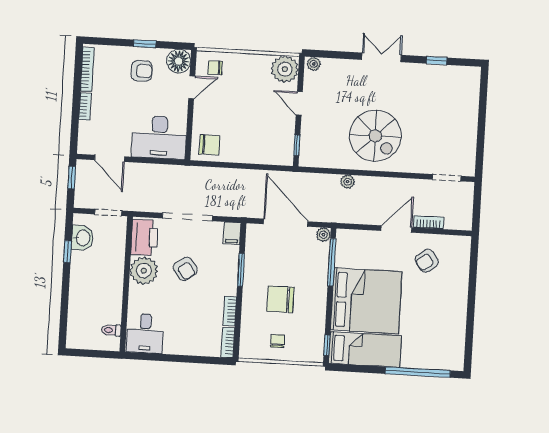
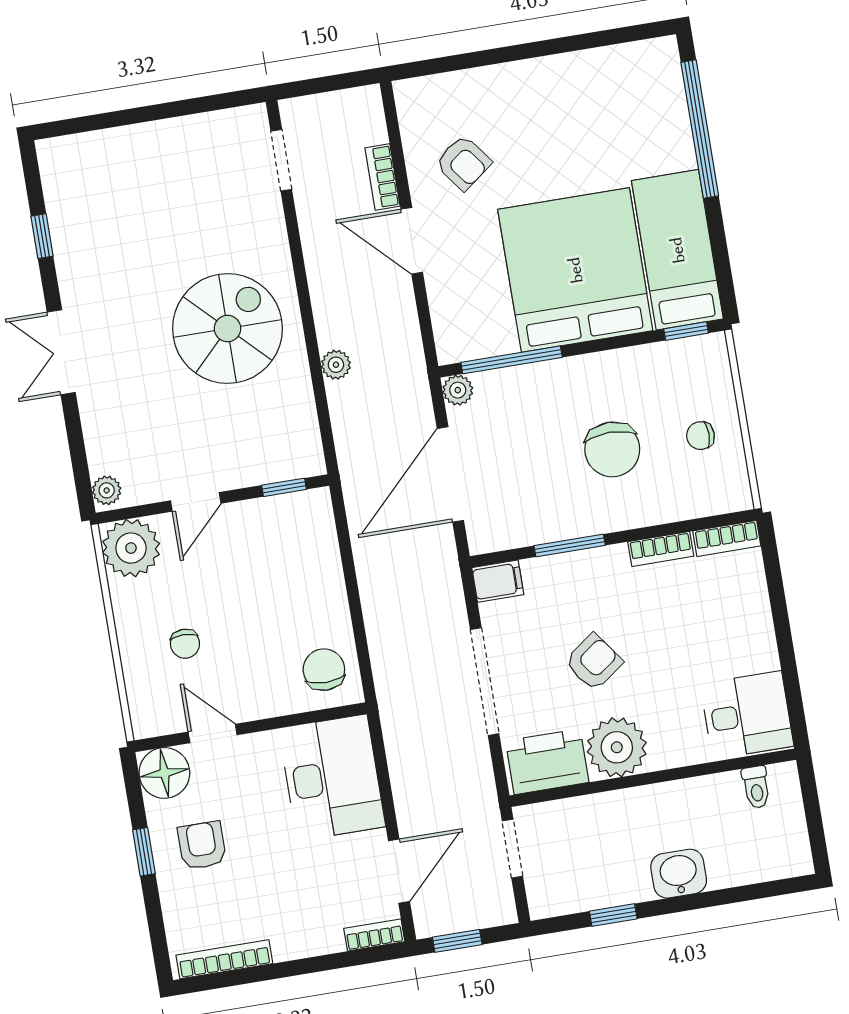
chair: (215, 68) -> (185, 644), moved
bookcase: (85, 106) -> (374, 935), moved
washbasin: (82, 238) -> (679, 874), moved

